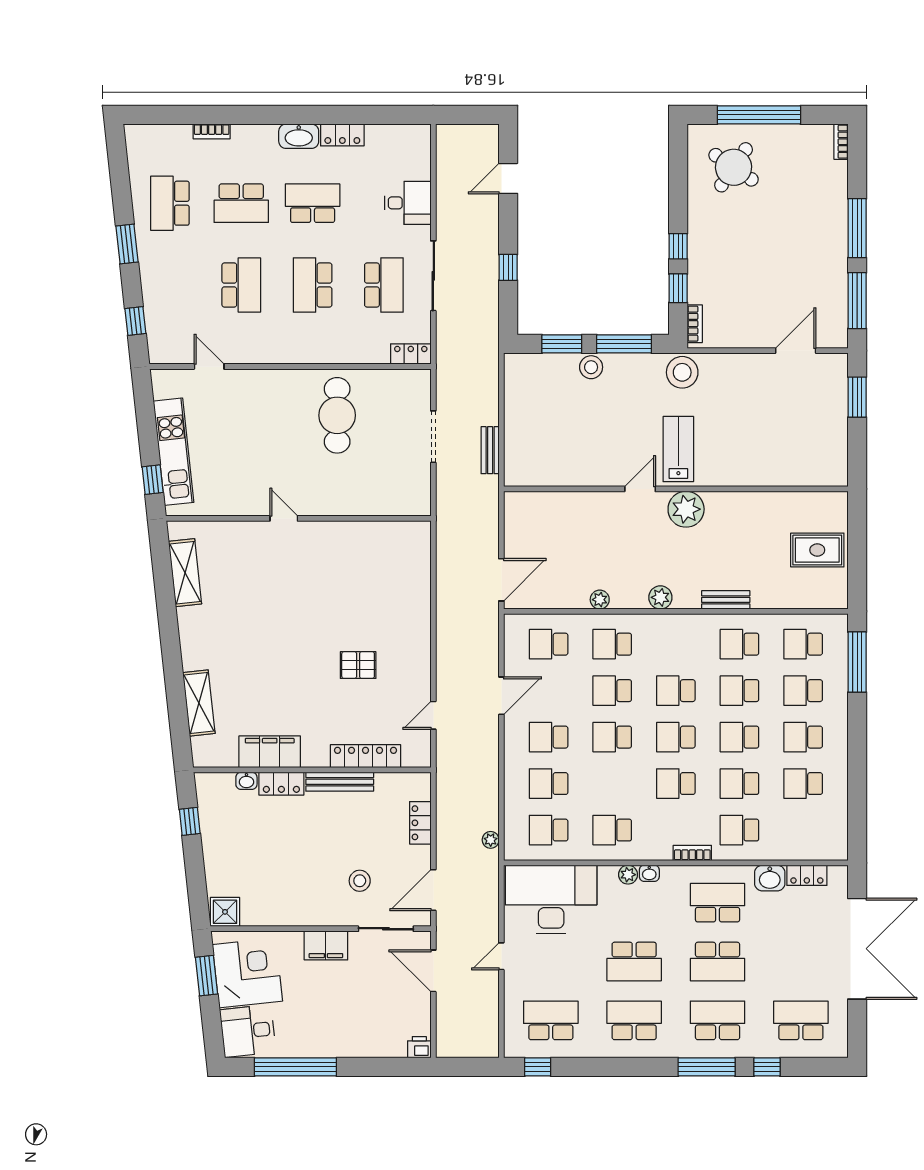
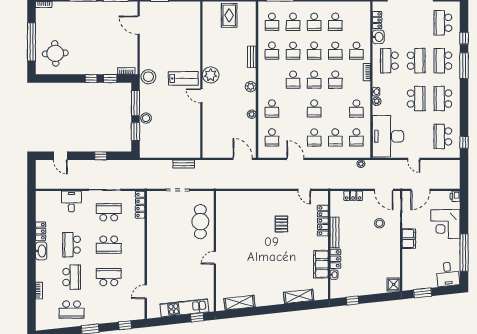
round table: (734, 167) -> (55, 53), turned -37
locker: (411, 354) -> (140, 205), width x1.53
cafe table: (337, 415) -> (200, 222), moved, turned 90
lab bench: (678, 449) -> (183, 78), turned 180
school desk: (612, 691) -> (293, 109), removed
corner desk: (247, 973) -> (445, 224), moved, turned -84

